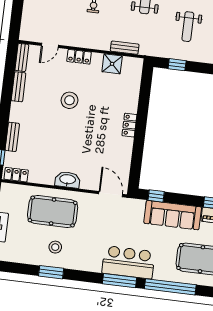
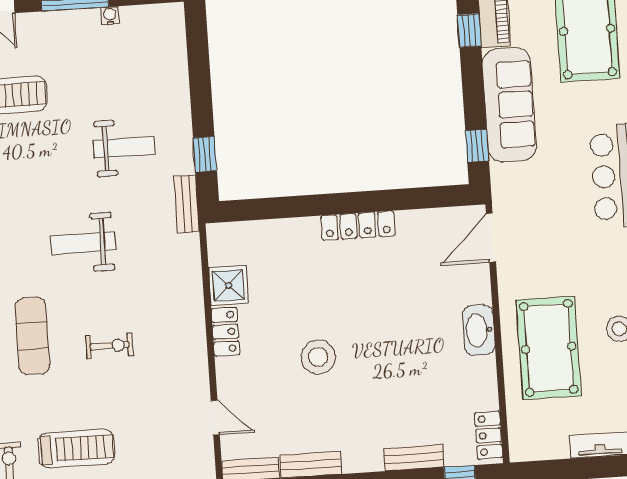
bench: (125, 48) -> (187, 204), moved
locker: (79, 57) -> (225, 332), moved
locker: (129, 125) -> (358, 226), width x1.53

